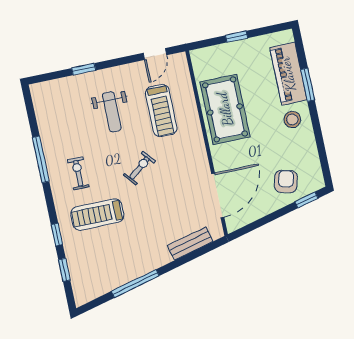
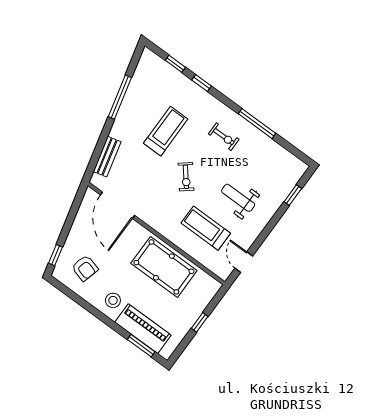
window: (84, 69) -> (293, 195), moved
window: (308, 85) -> (141, 346), moved
armchair: (286, 182) -> (85, 268), moved
treadmill: (97, 215) -> (166, 131), moved

